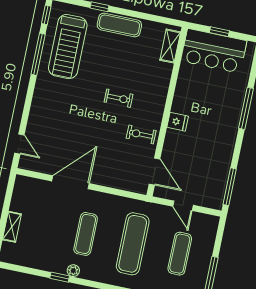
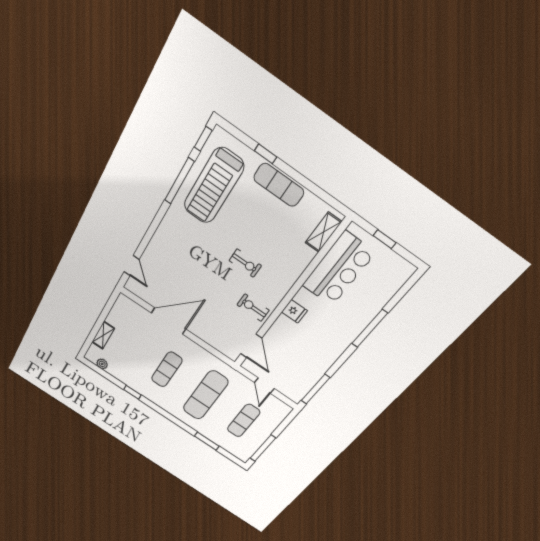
bar counter: (214, 51) -> (338, 269), moved, turned -90
plant: (73, 271) -> (102, 364), moved

